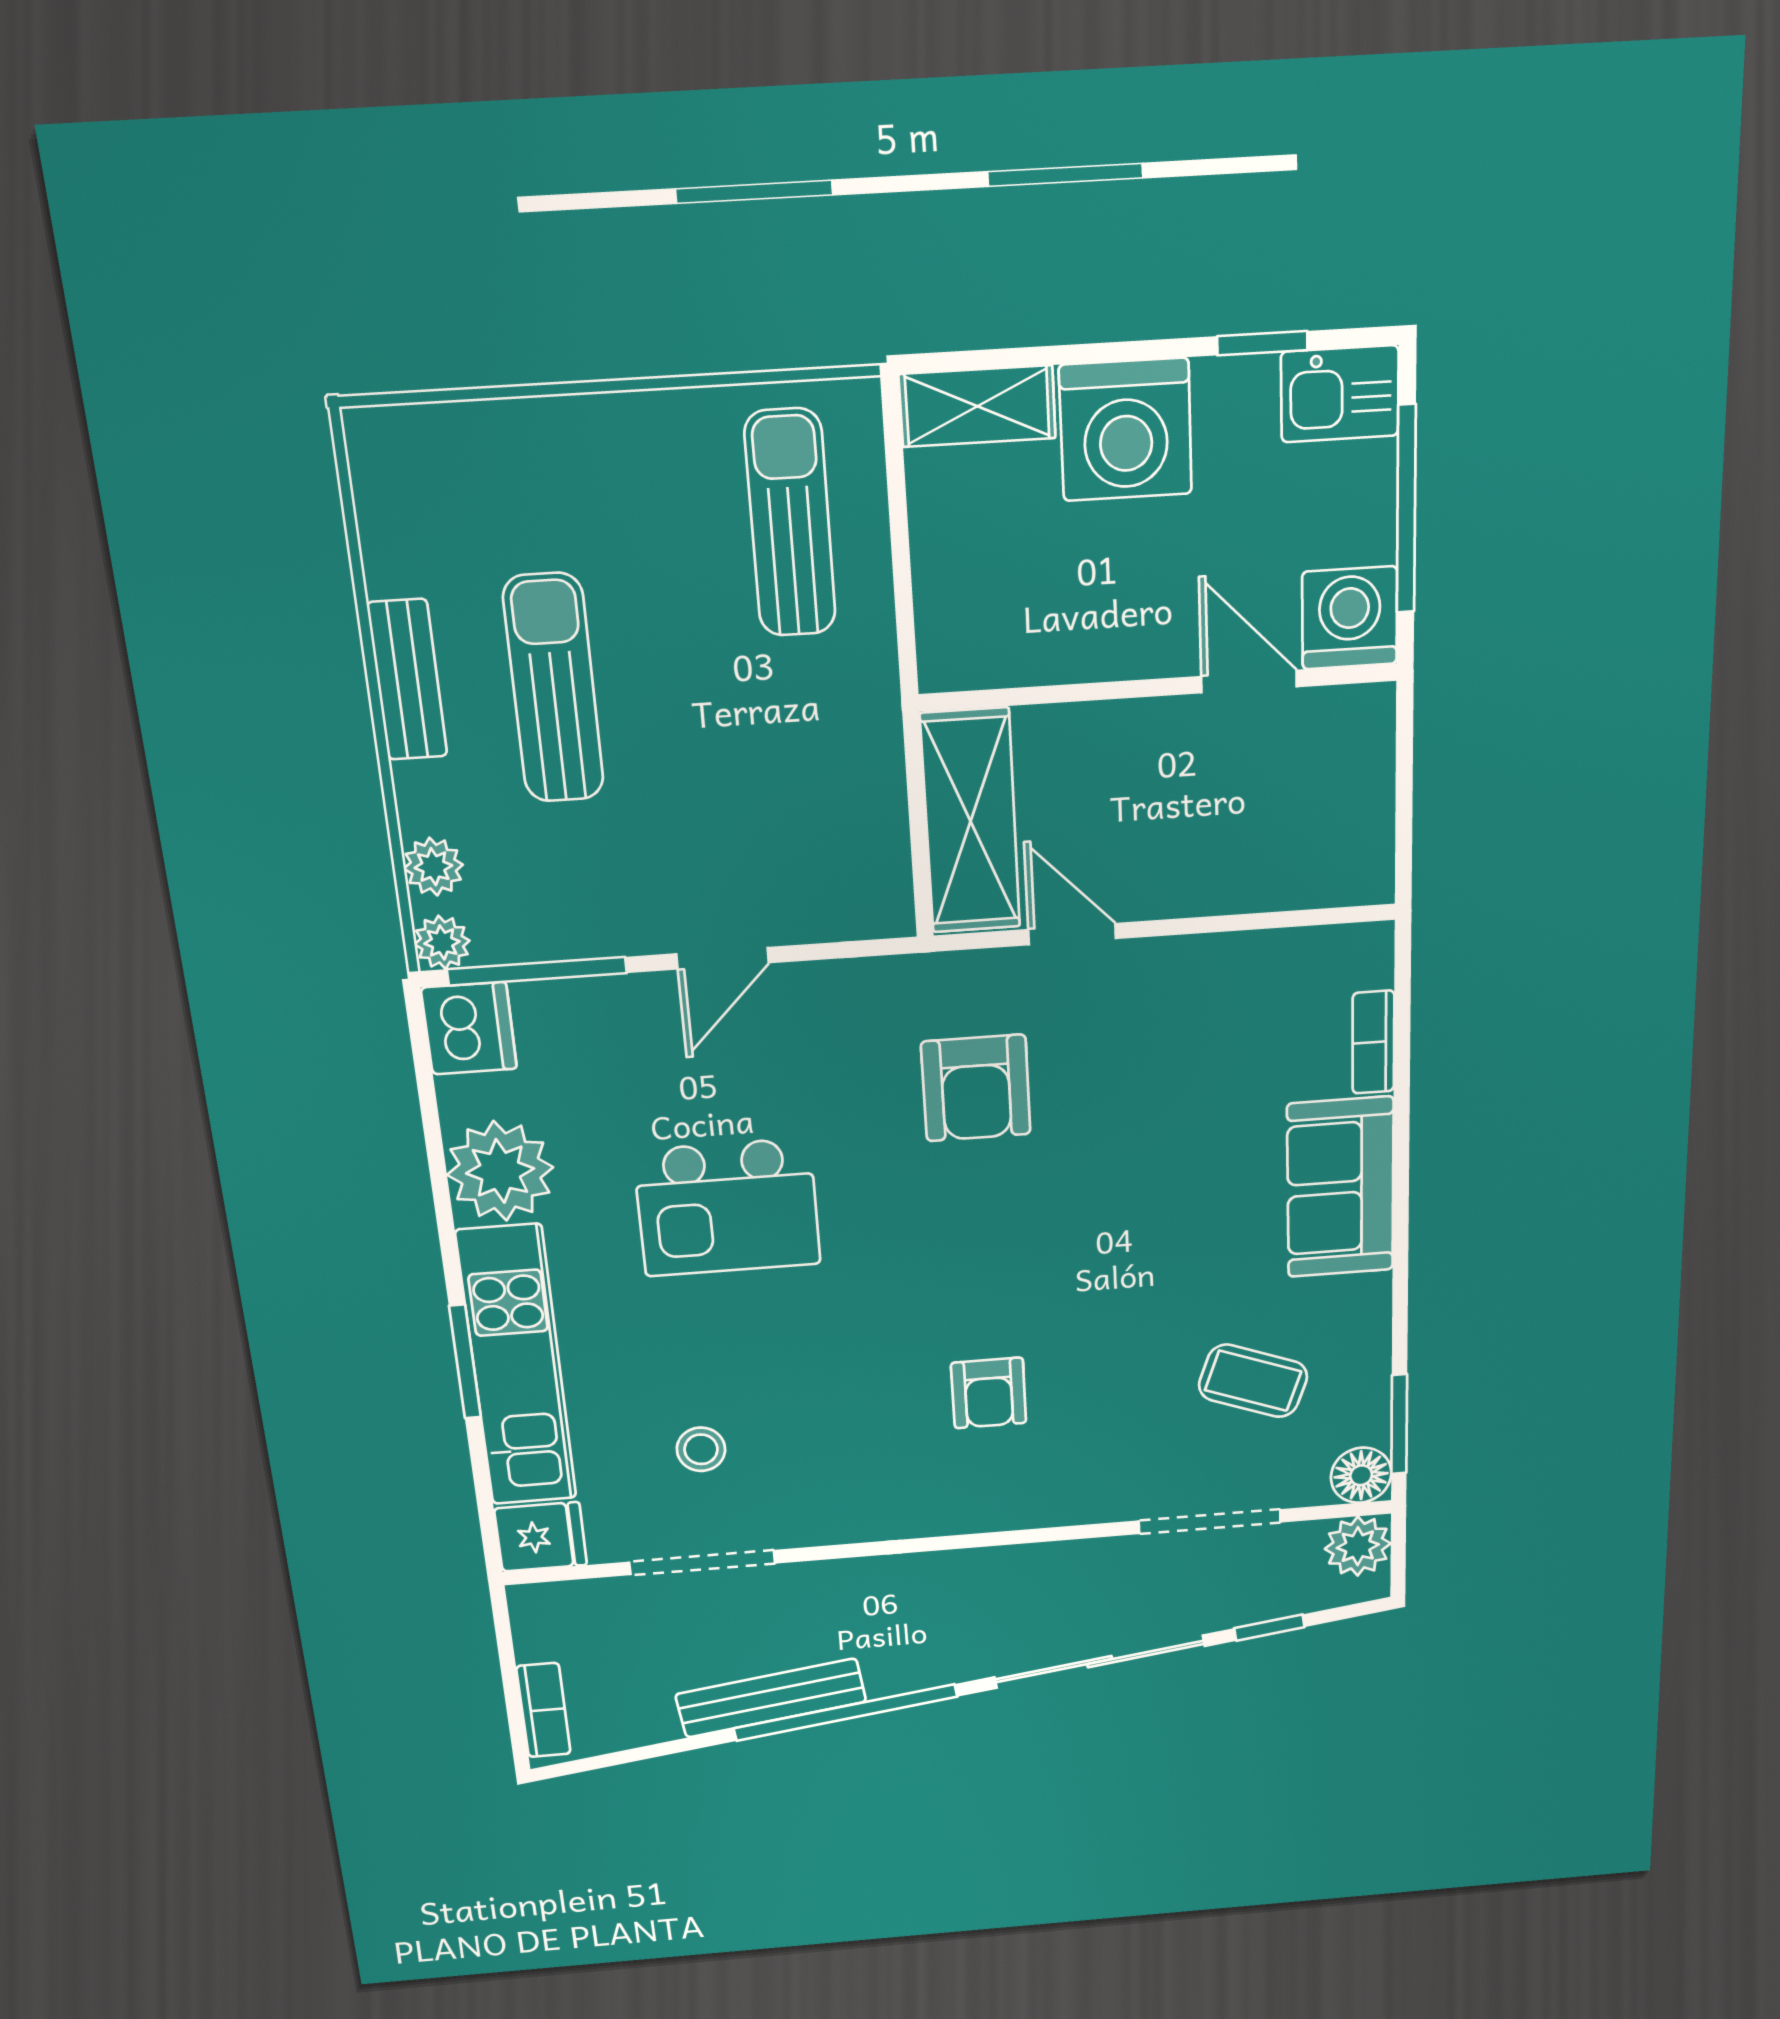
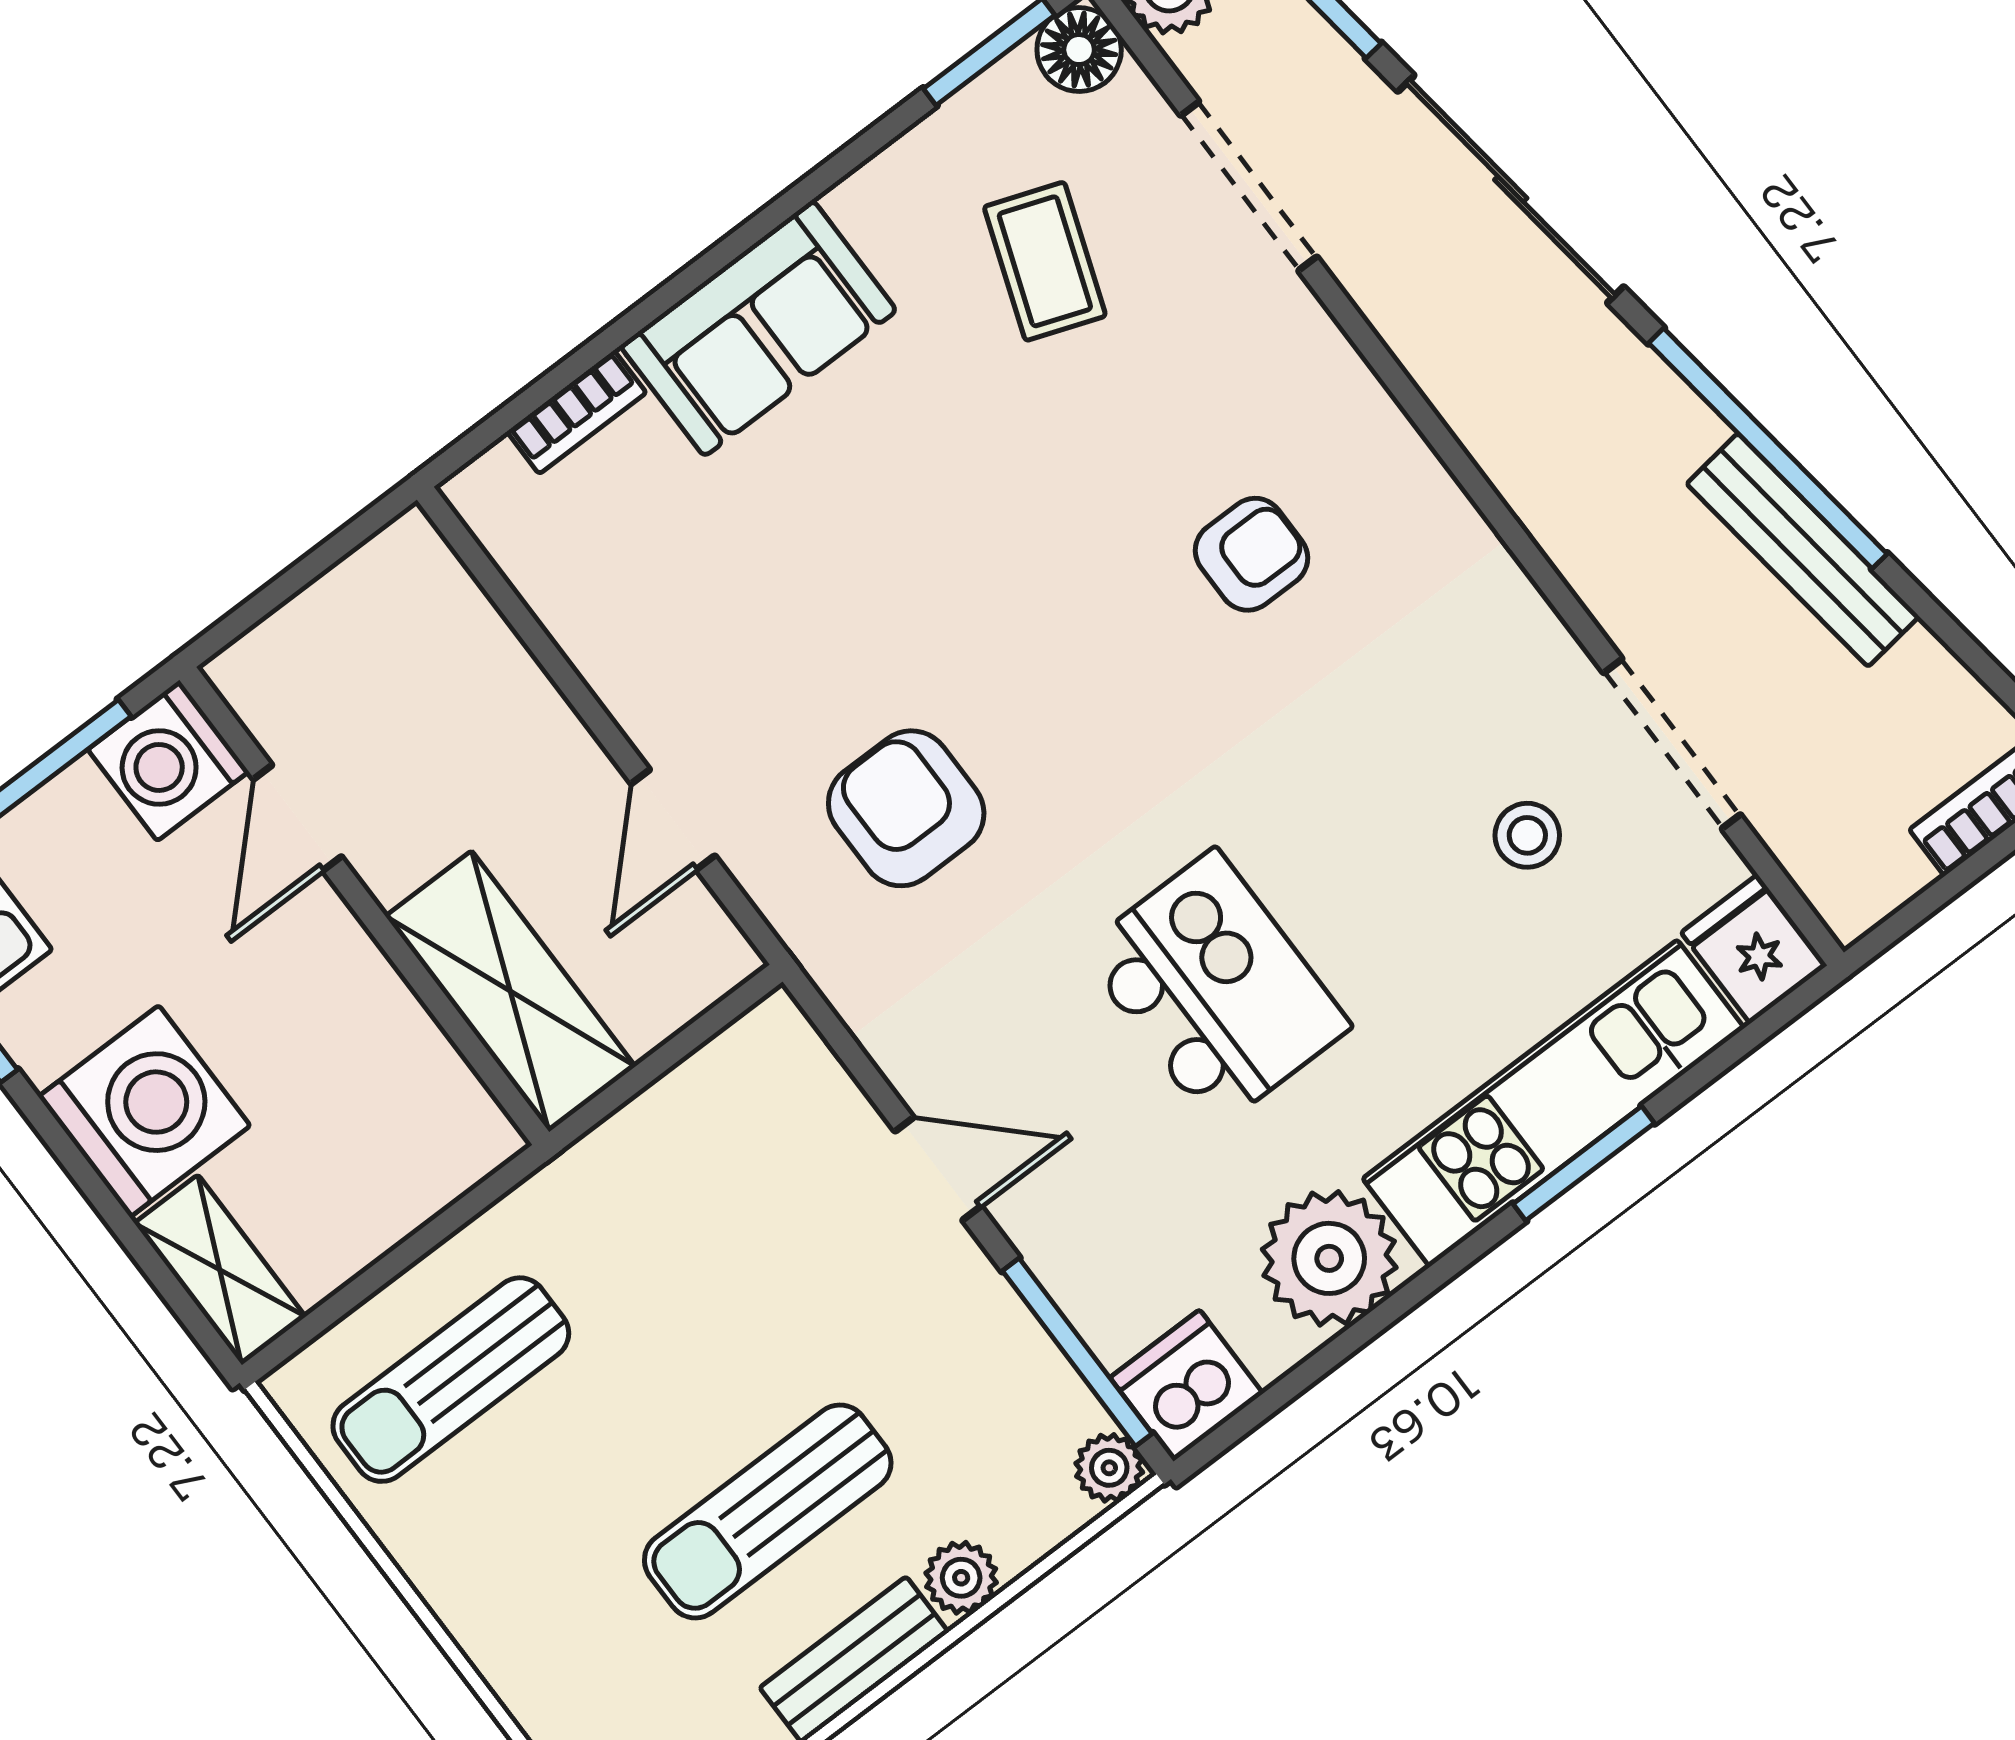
shelving: (970, 821) -> (510, 991), moved, turned 90
plant: (433, 867) -> (961, 1578), moved
armchair: (976, 1088) -> (906, 808), turned -90

